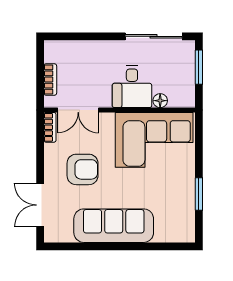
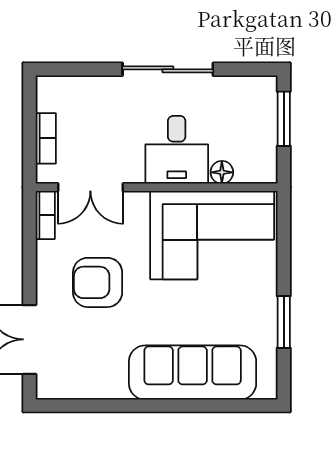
sliding door: (154, 36) -> (168, 69), moved
armchair: (83, 169) -> (98, 282), turned 180
sofa: (114, 226) -> (193, 372), moved

